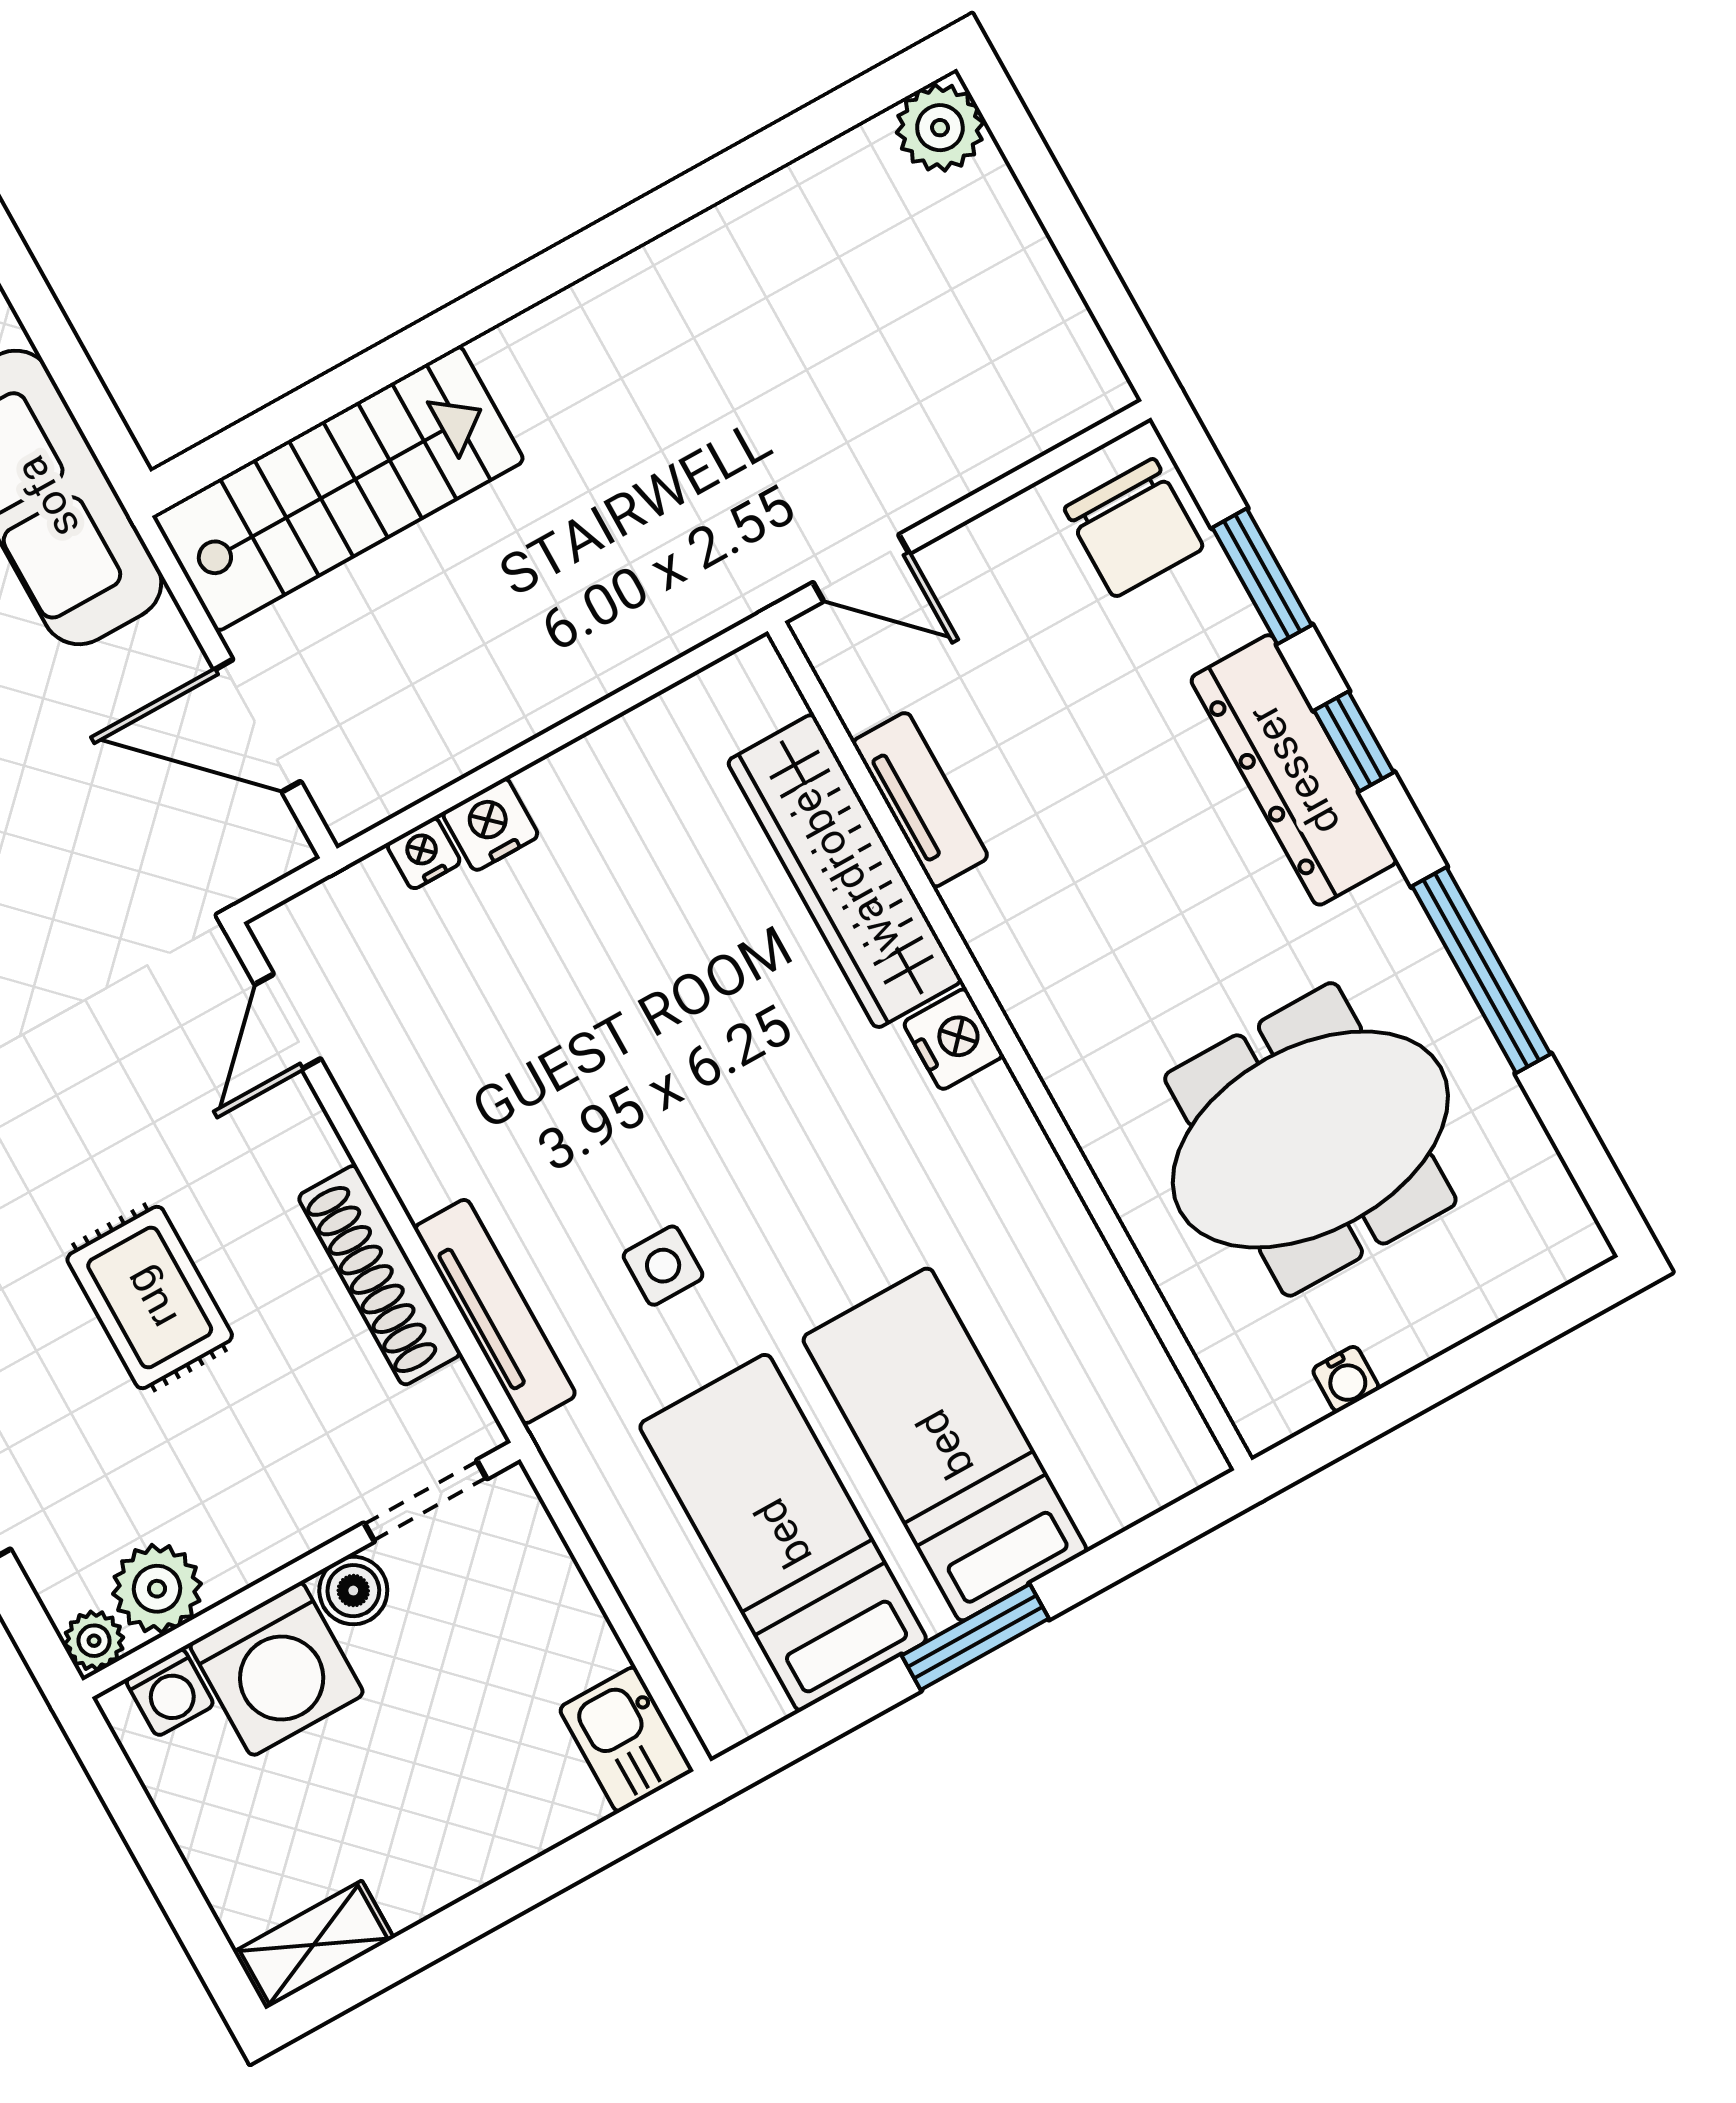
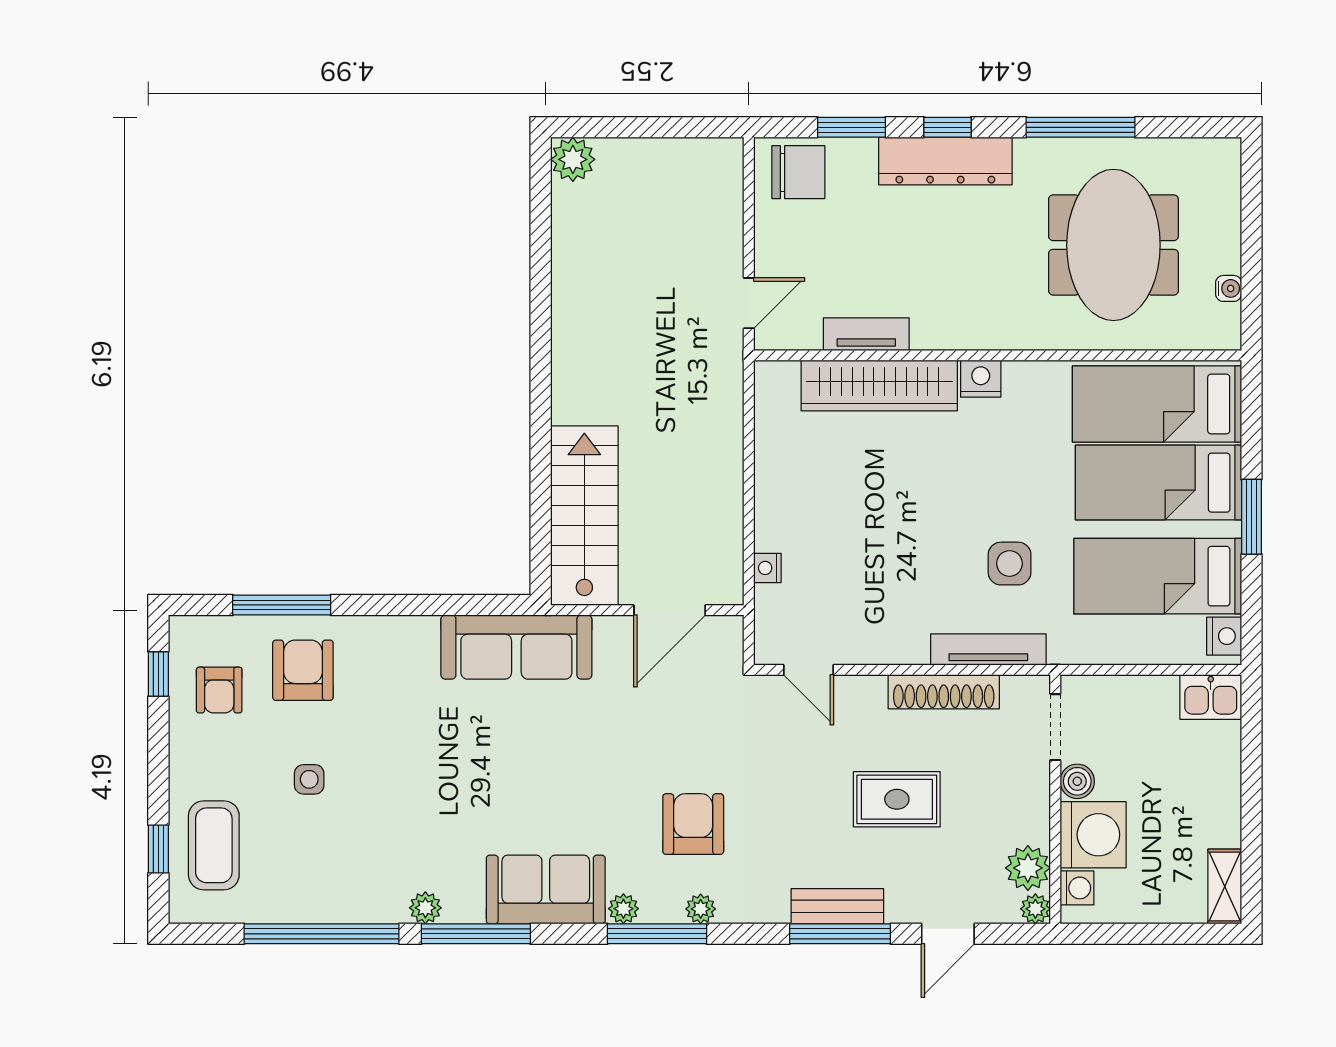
nightstand: (490, 824) -> (1224, 636), moved, turned 180
side table: (663, 1266) -> (1010, 564), width x1.37, depth x1.37
bed: (1079, 1366) -> (1157, 404), added

